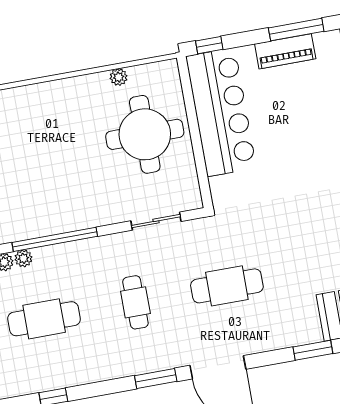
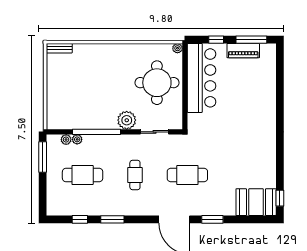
window: (209, 45) -> (216, 40), moved
plant: (119, 77) -> (177, 48), moved
plant: (104, 209) -> (127, 120), added
window: (313, 350) -> (212, 219), moved
window: (156, 379) -> (112, 219), moved

